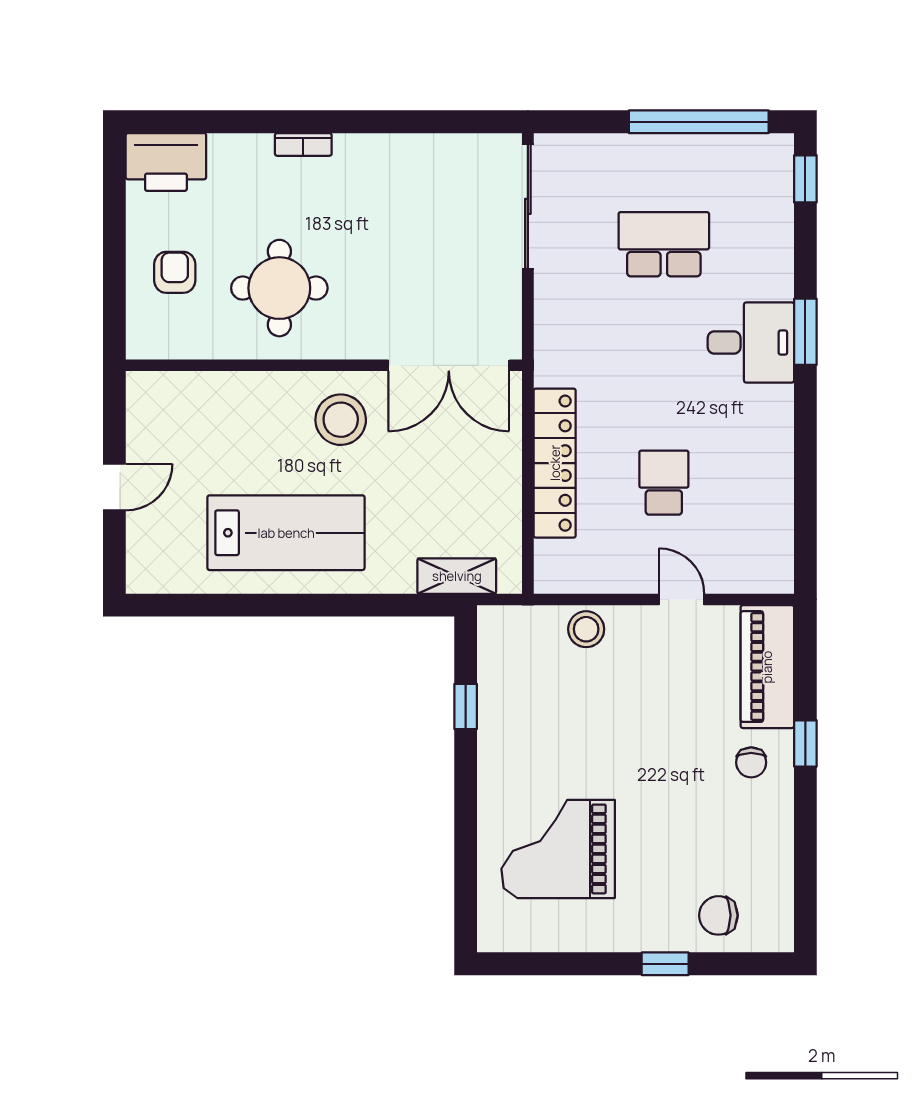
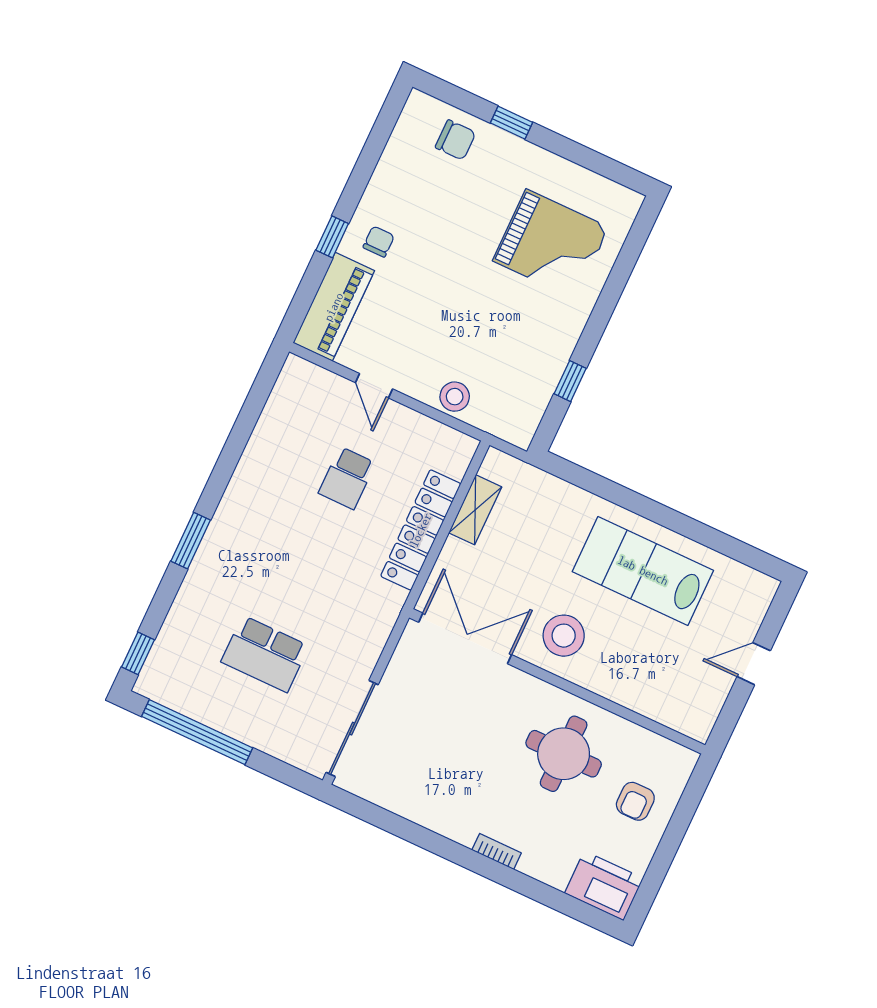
desk: (751, 343) -> (234, 551), removed
shelving: (457, 576) -> (475, 510), moved, turned 90

